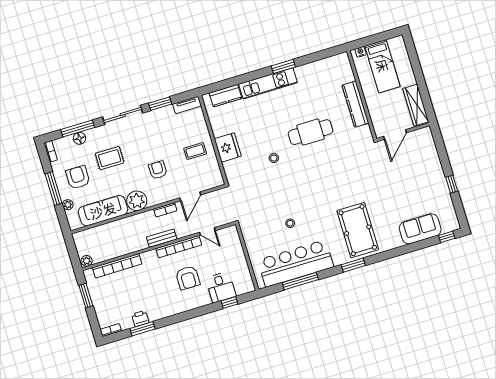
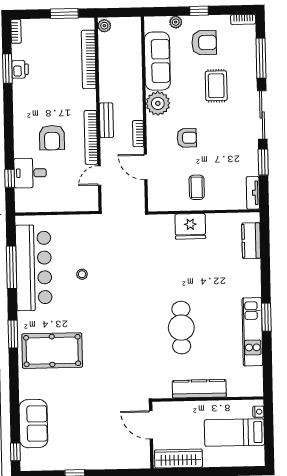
kitchen unit: (268, 83) -> (252, 332), moved
floor lamp: (79, 138) -> (249, 57), removed
stool: (274, 158) -> (163, 276), removed
window: (54, 189) -> (199, 11), width x0.46
armchair: (188, 278) -> (52, 138), turned -90

